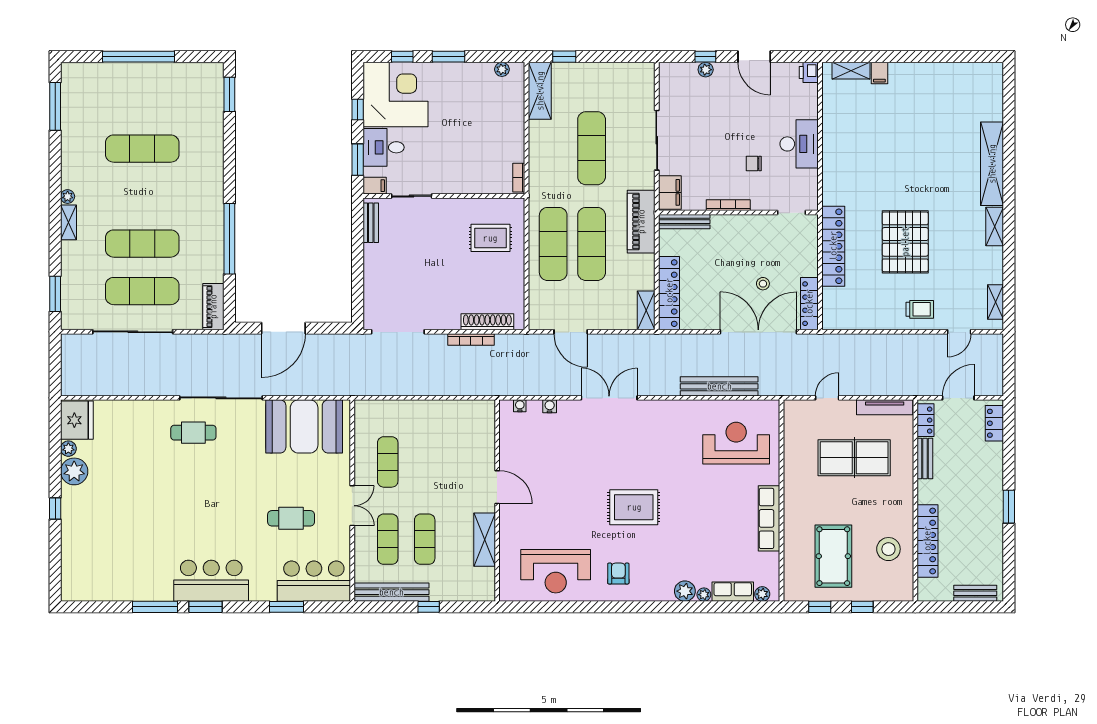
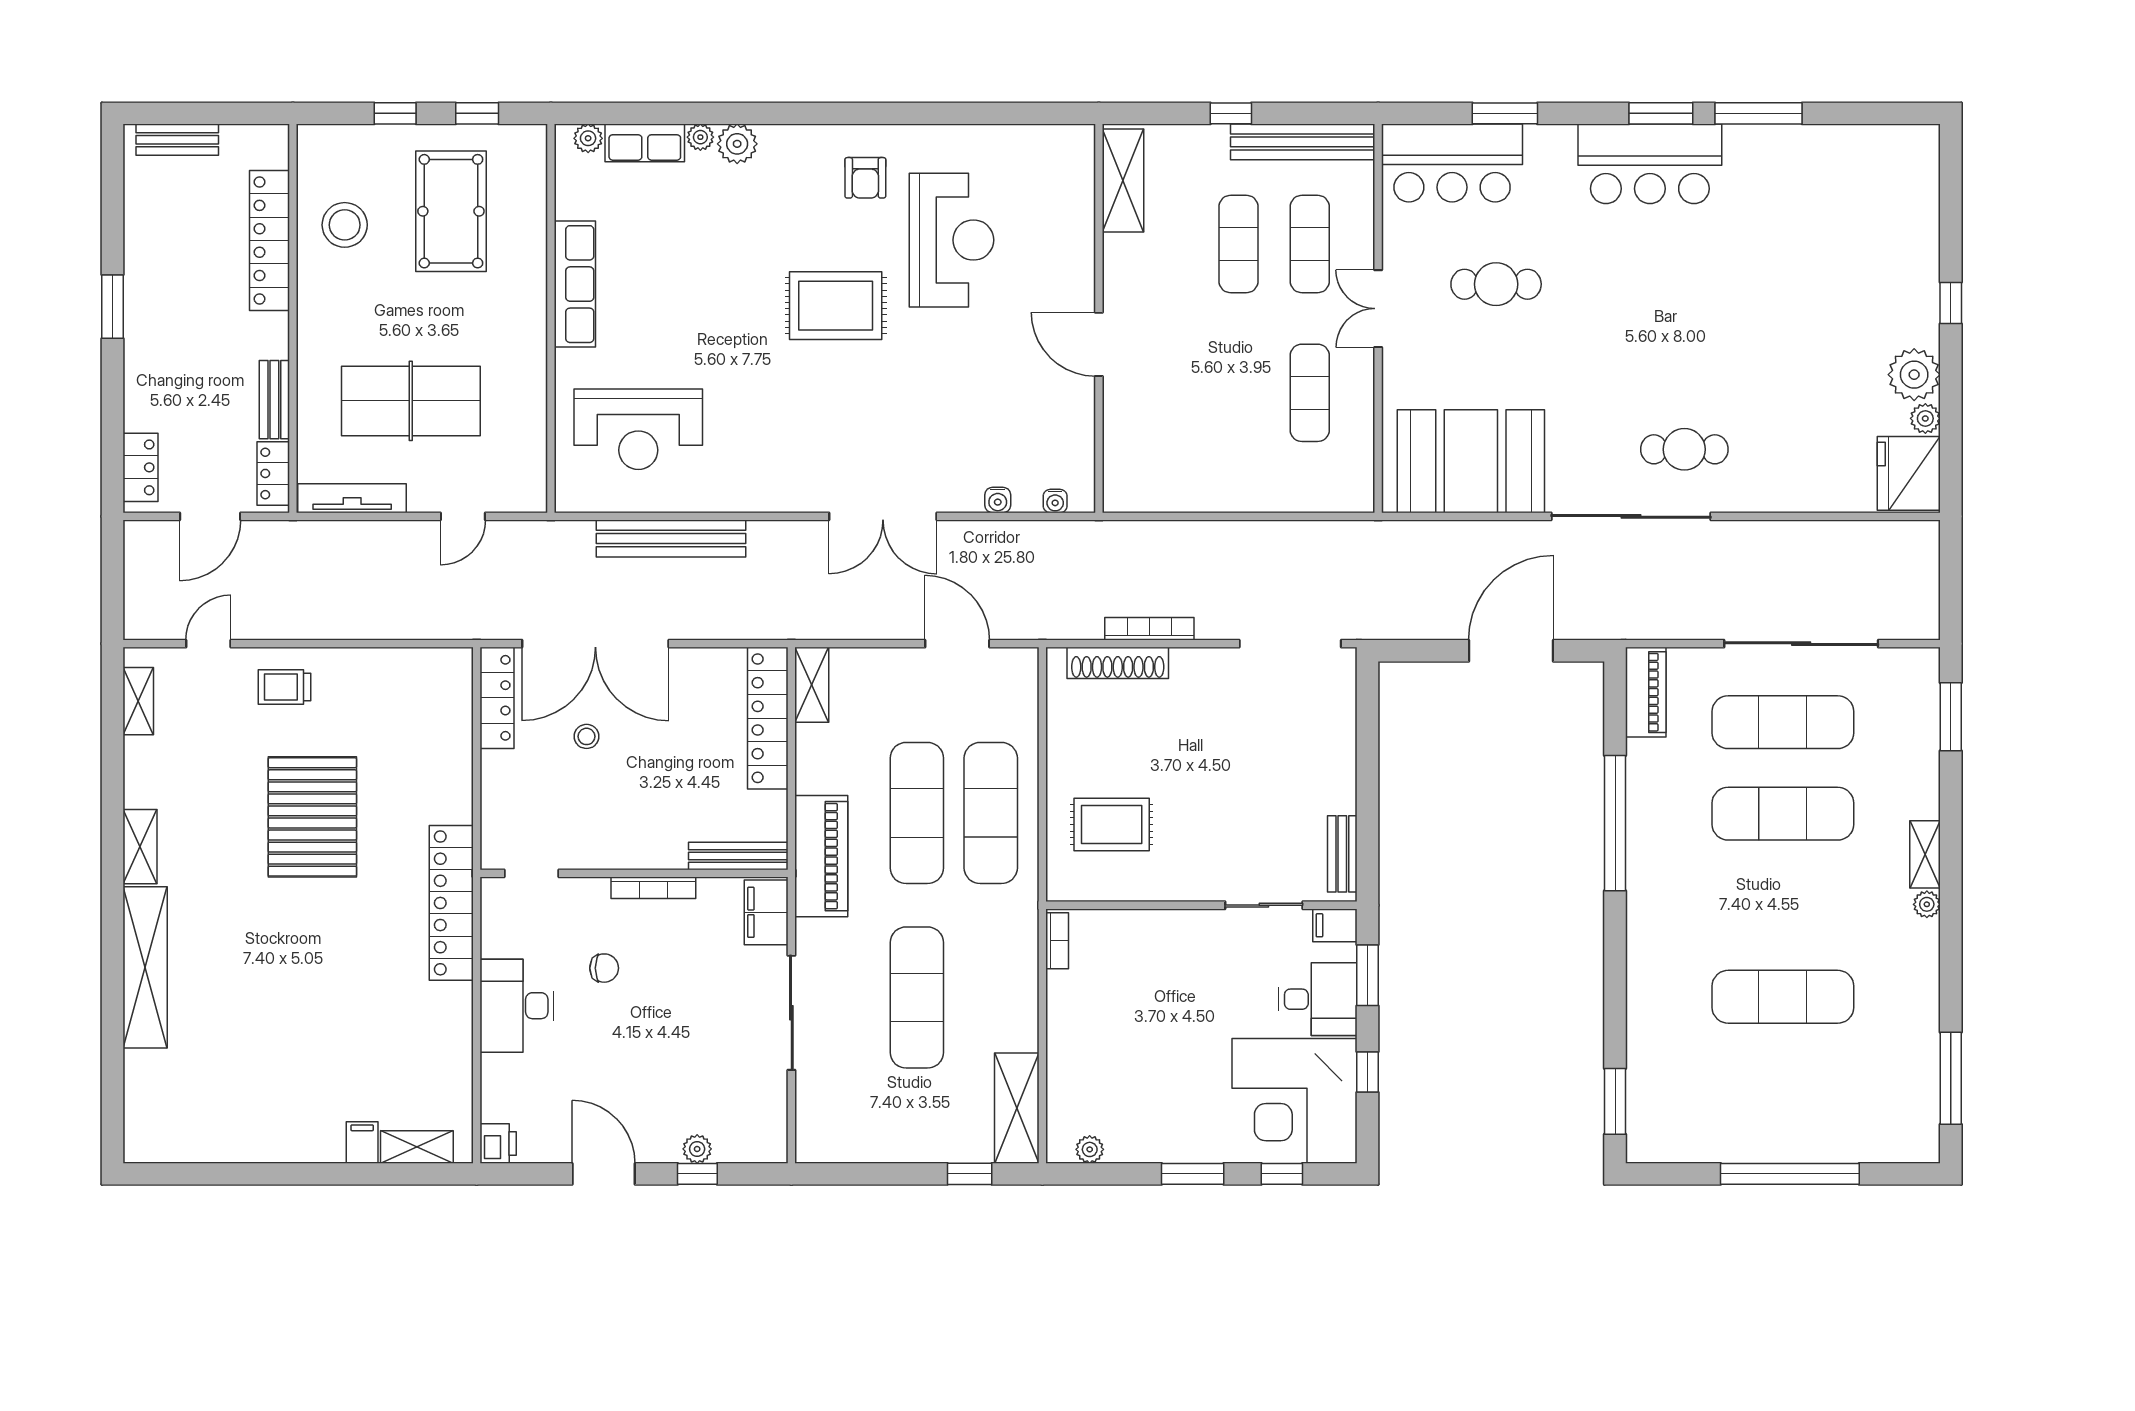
locker: (833, 246) -> (451, 903), moved
shelving: (485, 540) -> (1123, 180), moved
reception desk: (556, 571) -> (951, 240), moved, turned 90

